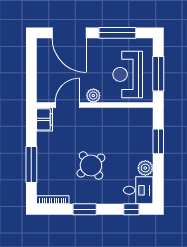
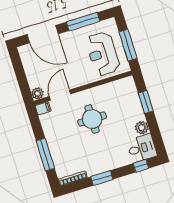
plant: (93, 96) -> (37, 93), moved
filing cabinet: (44, 119) -> (43, 108), width x0.50
round table: (91, 166) -> (92, 119), moved, turned 38

